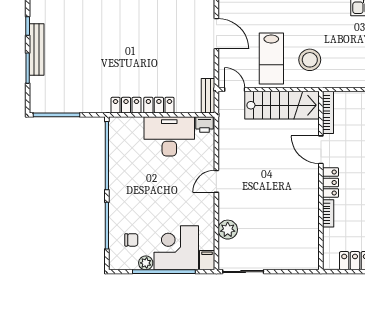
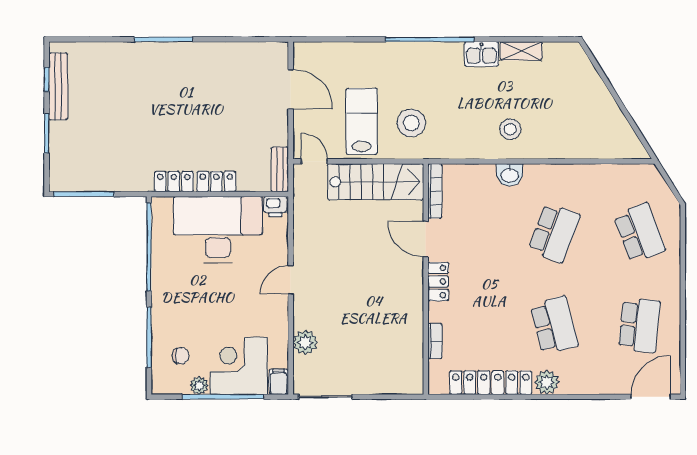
bench: (37, 50) -> (58, 86), moved
lab bench: (271, 58) -> (362, 121), turned 180
desk: (169, 136) -> (218, 230), width x1.36, depth x1.30
bookcase: (328, 213) -> (435, 341), moved

